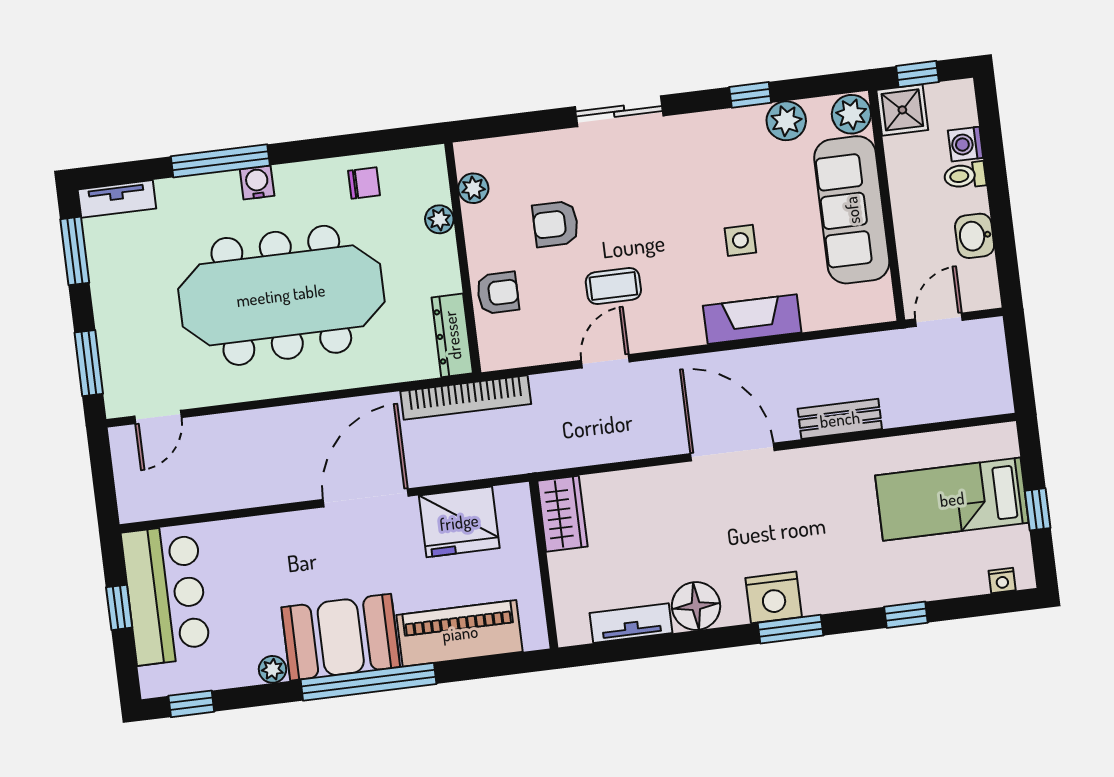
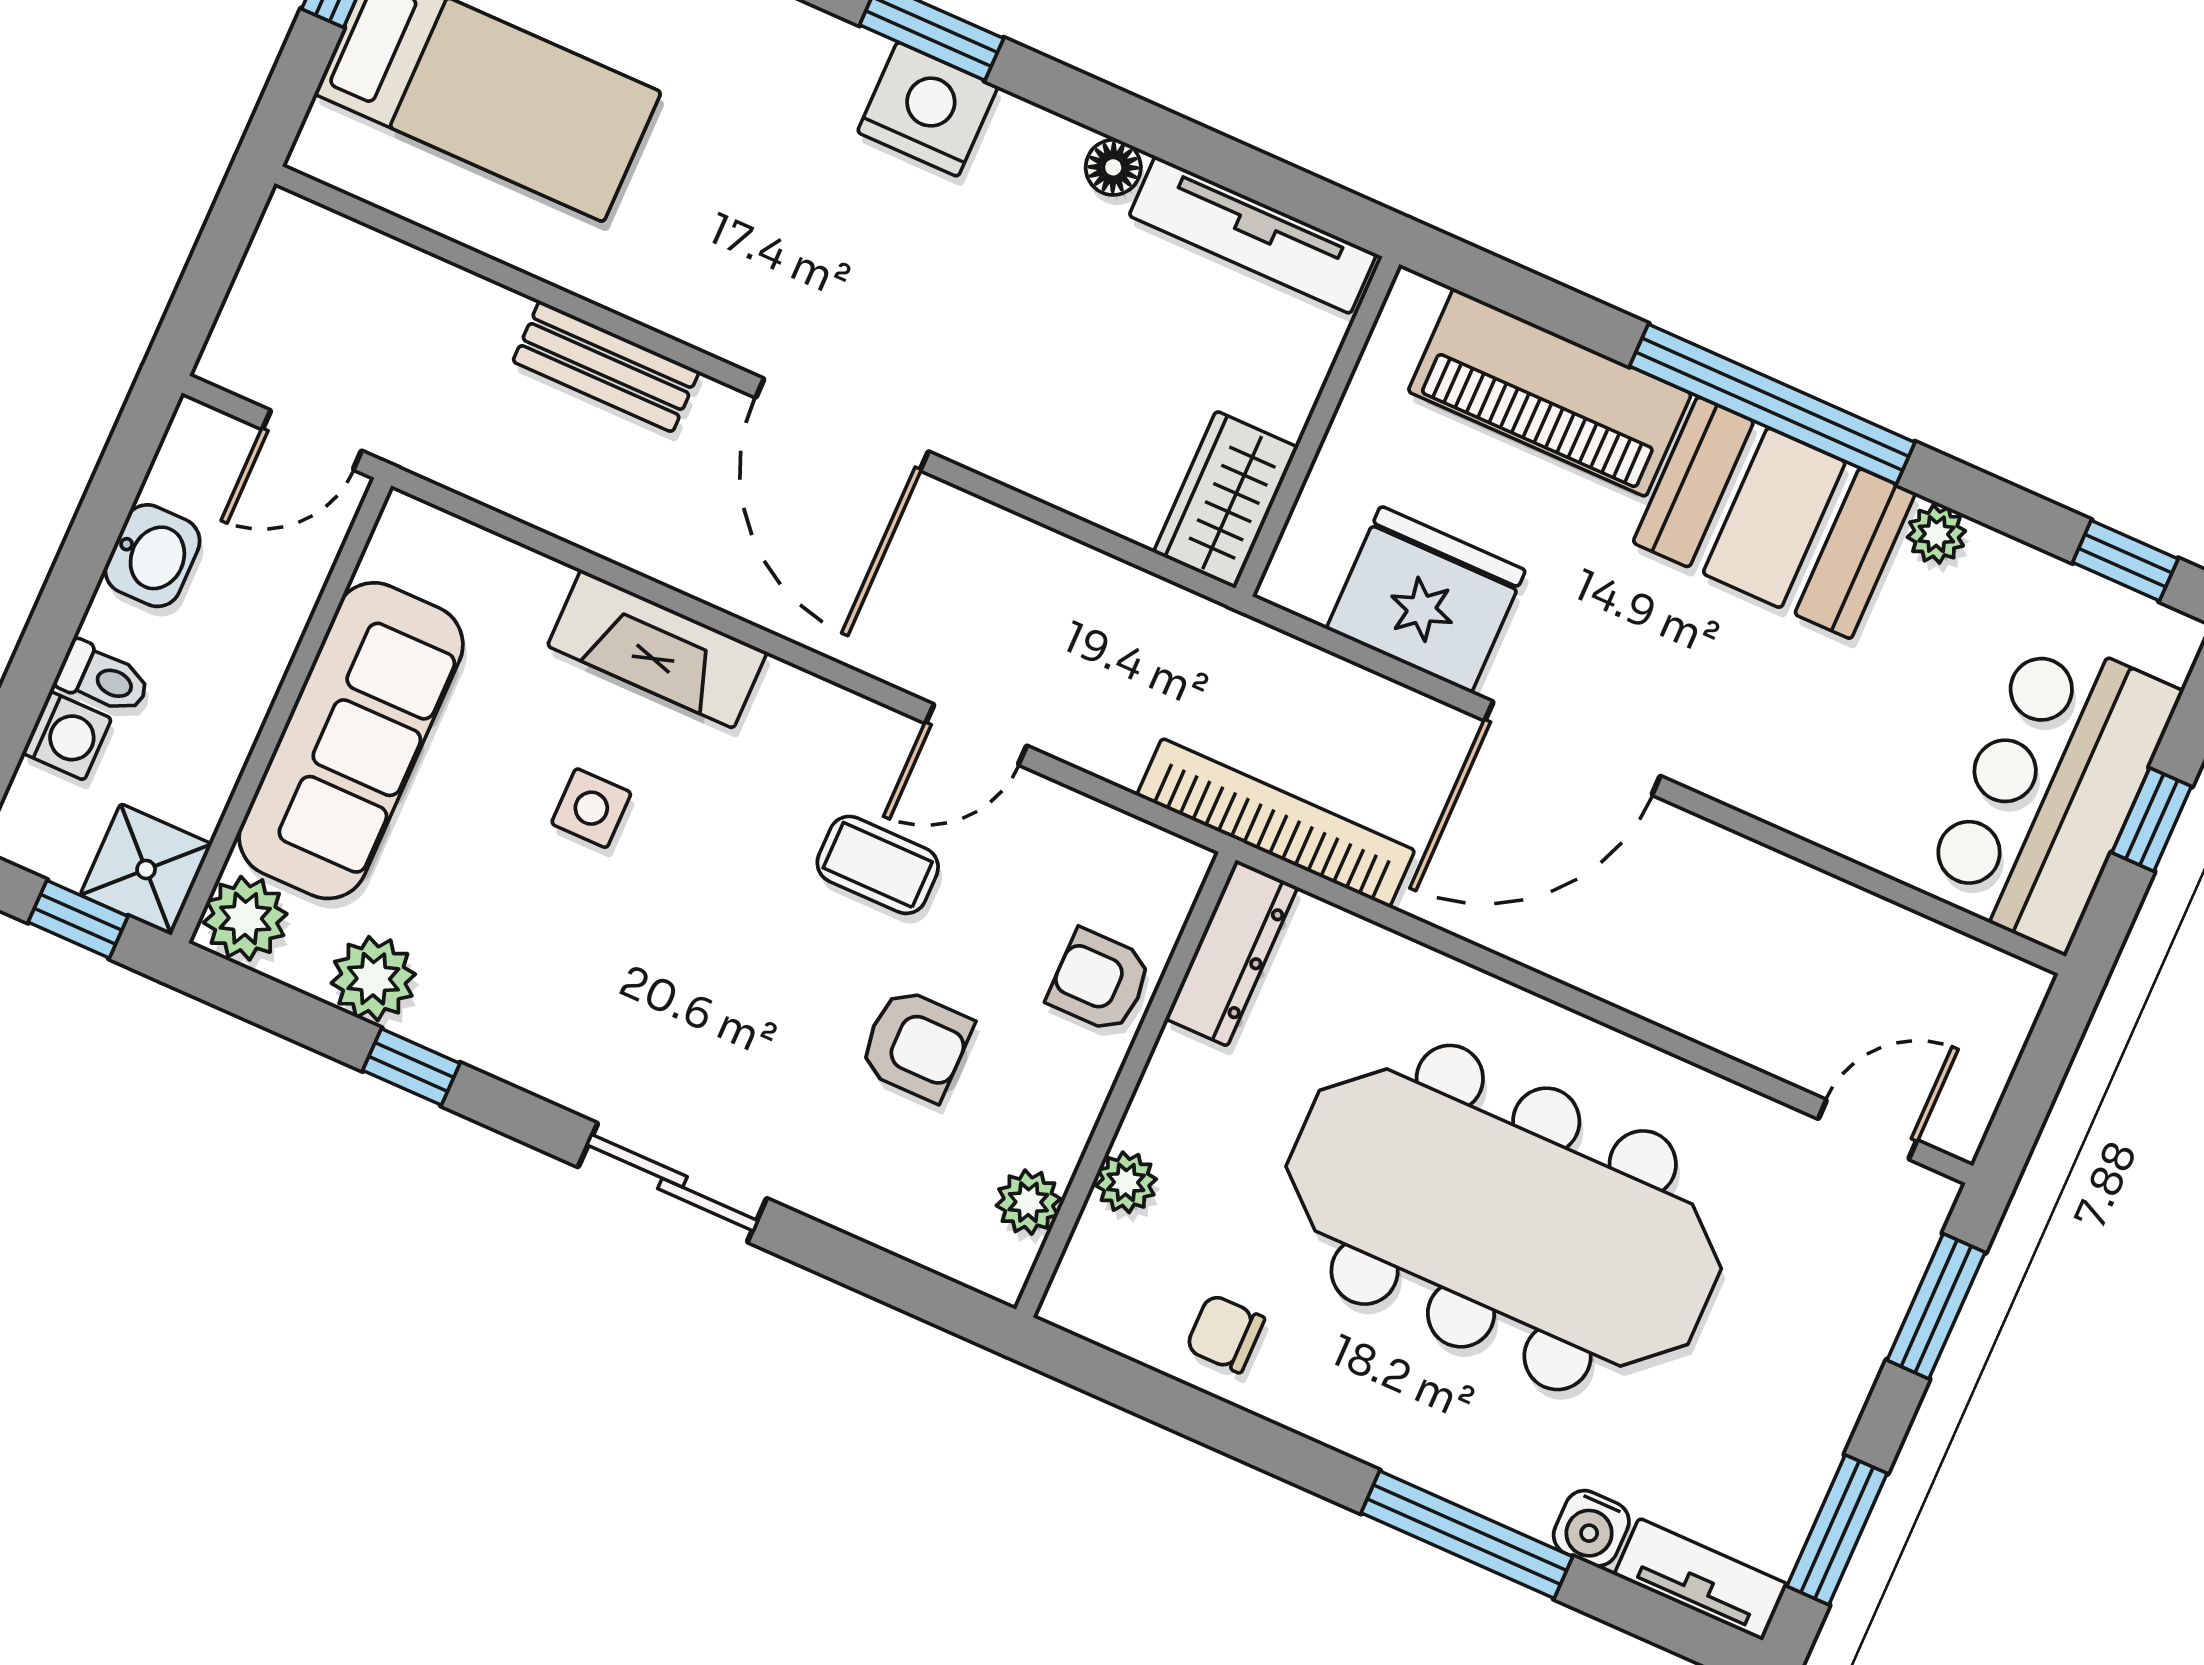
water cooler: (257, 182) -> (1591, 1528), moved
floor lamp: (696, 606) -> (1113, 167), width x0.53, depth x0.53
tv unit: (631, 623) -> (1253, 235), width x1.41

